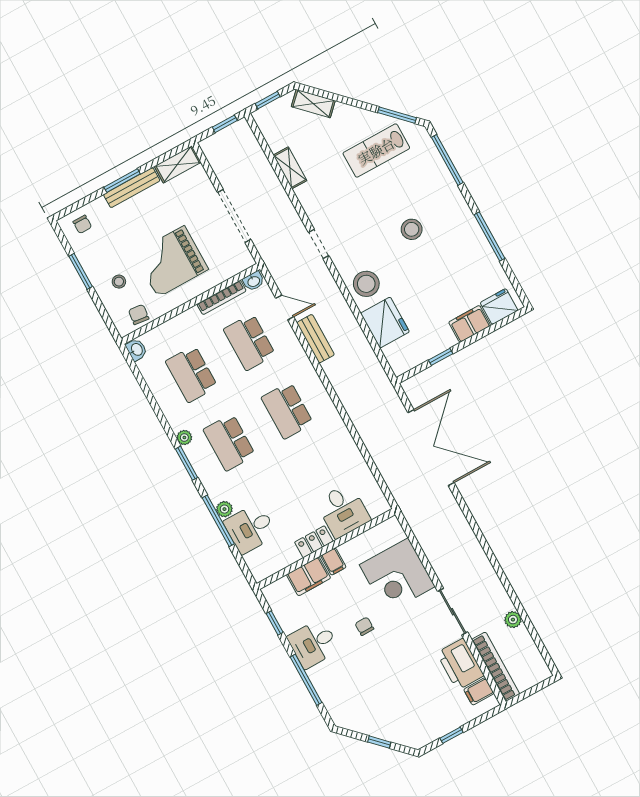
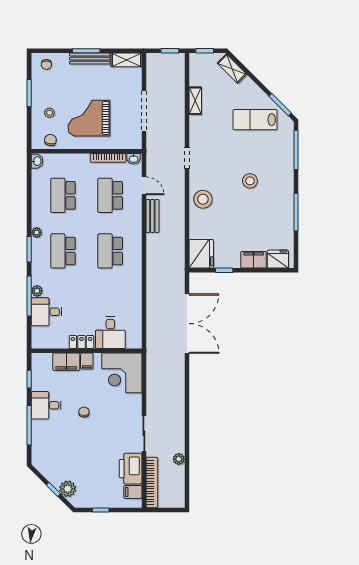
fridge: (385, 323) -> (201, 254), moved
corner desk: (397, 576) -> (122, 373), moved
plant: (397, 732) -> (68, 489), added

